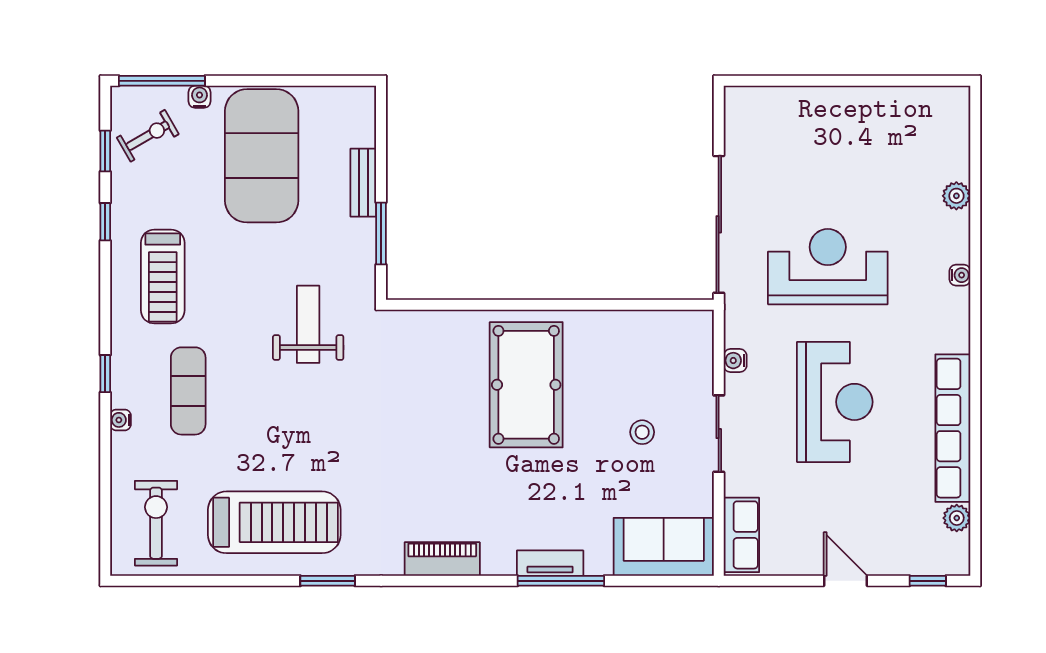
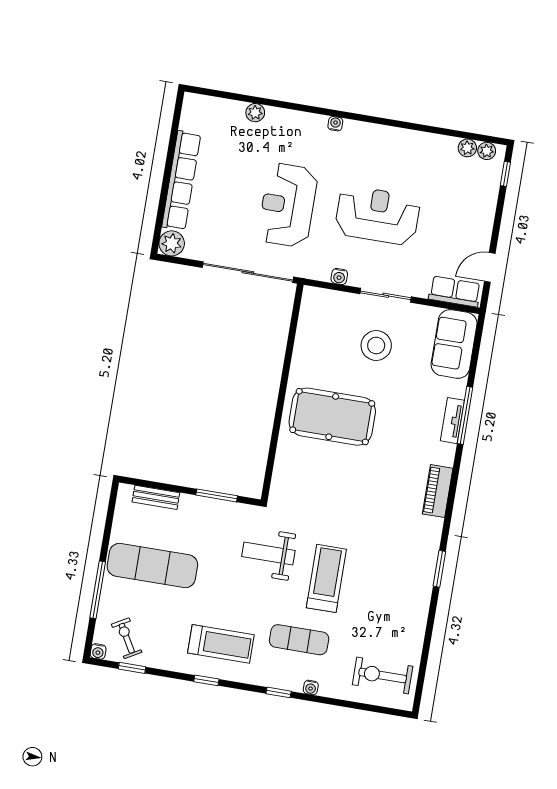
window: (162, 81) -> (98, 590), moved
water cooler: (200, 97) -> (98, 651), moved, turned -90
plant: (742, 105) -> (172, 243), added
exercise mat: (262, 156) -> (152, 566), width x0.68
bench: (363, 183) -> (156, 497), moved
window: (105, 222) -> (206, 680), moved
water cooler: (960, 275) -> (335, 124), moved
row of seats: (953, 428) -> (181, 180), moved, turned -90
stool: (642, 432) -> (376, 345), width x1.89, depth x1.89
treadmill: (274, 522) -> (326, 578), moved, width x0.73, depth x0.73
plant: (957, 547) -> (487, 151), added
door: (846, 581) -> (490, 267), moved

